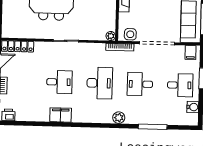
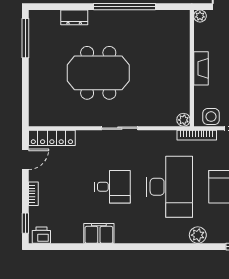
desk: (100, 83) -> (169, 187), width x1.36, depth x1.30
filing cabinet: (61, 115) -> (99, 233), moved

